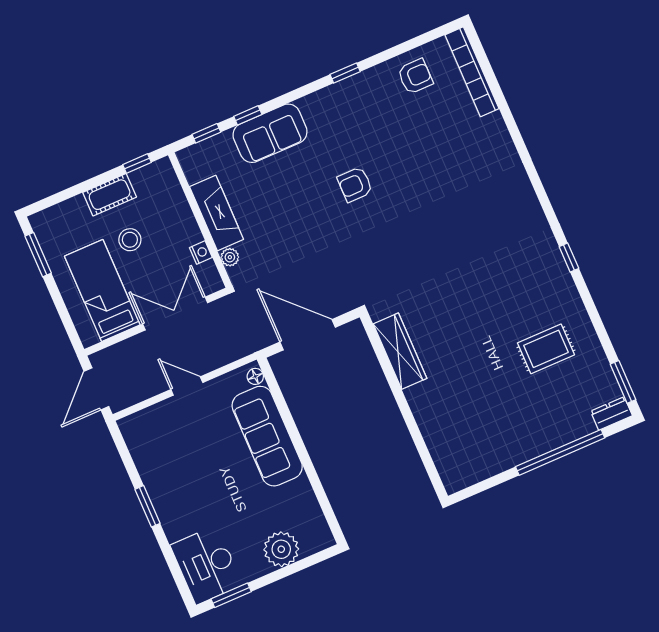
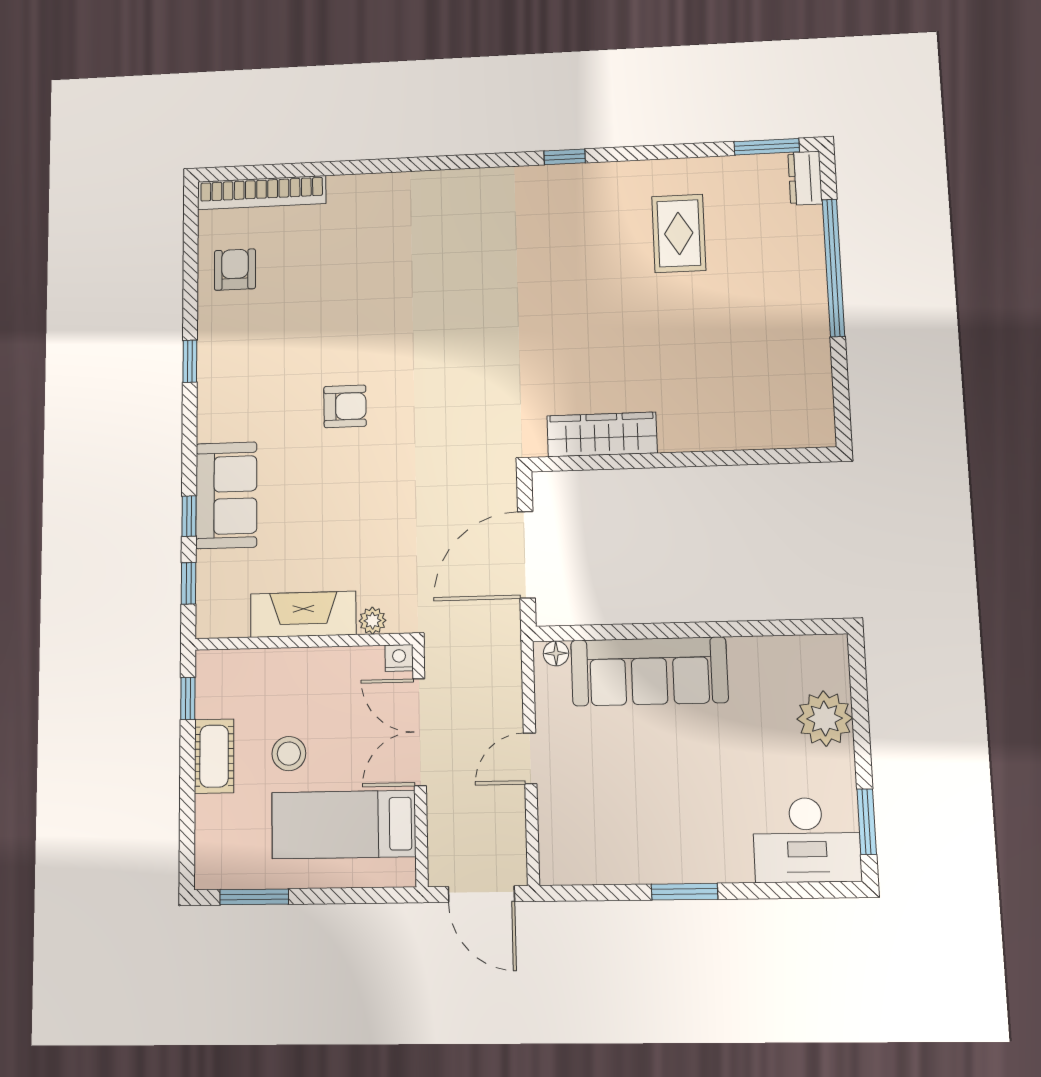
armchair: (355, 184) -> (345, 406), turned -90
nightstand: (201, 253) -> (399, 658), moved

